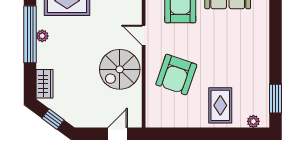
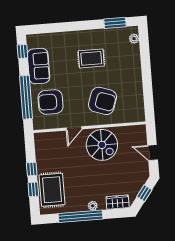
plant: (42, 36) -> (93, 206), moved
rug: (220, 105) -> (91, 58), moved
door: (118, 134) -> (153, 153), moved

